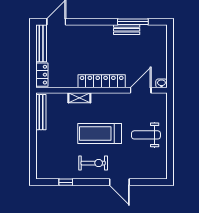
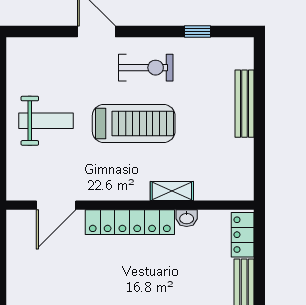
washbasin: (161, 83) -> (187, 218), moved
bench: (41, 112) -> (244, 104), moved
exercise bike: (93, 163) -> (146, 68), turned 180

